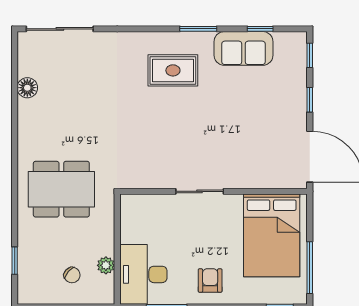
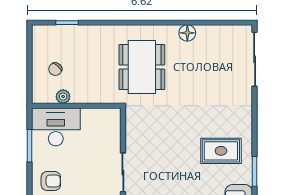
rug: (173, 70) -> (221, 151), turned 90
floor lamp: (27, 88) -> (187, 33), moved
dining table: (61, 189) -> (142, 67), moved

